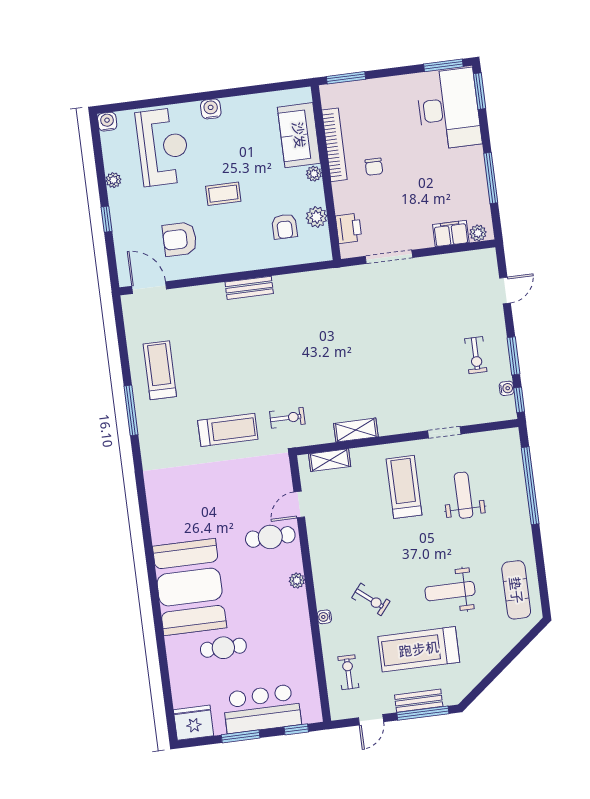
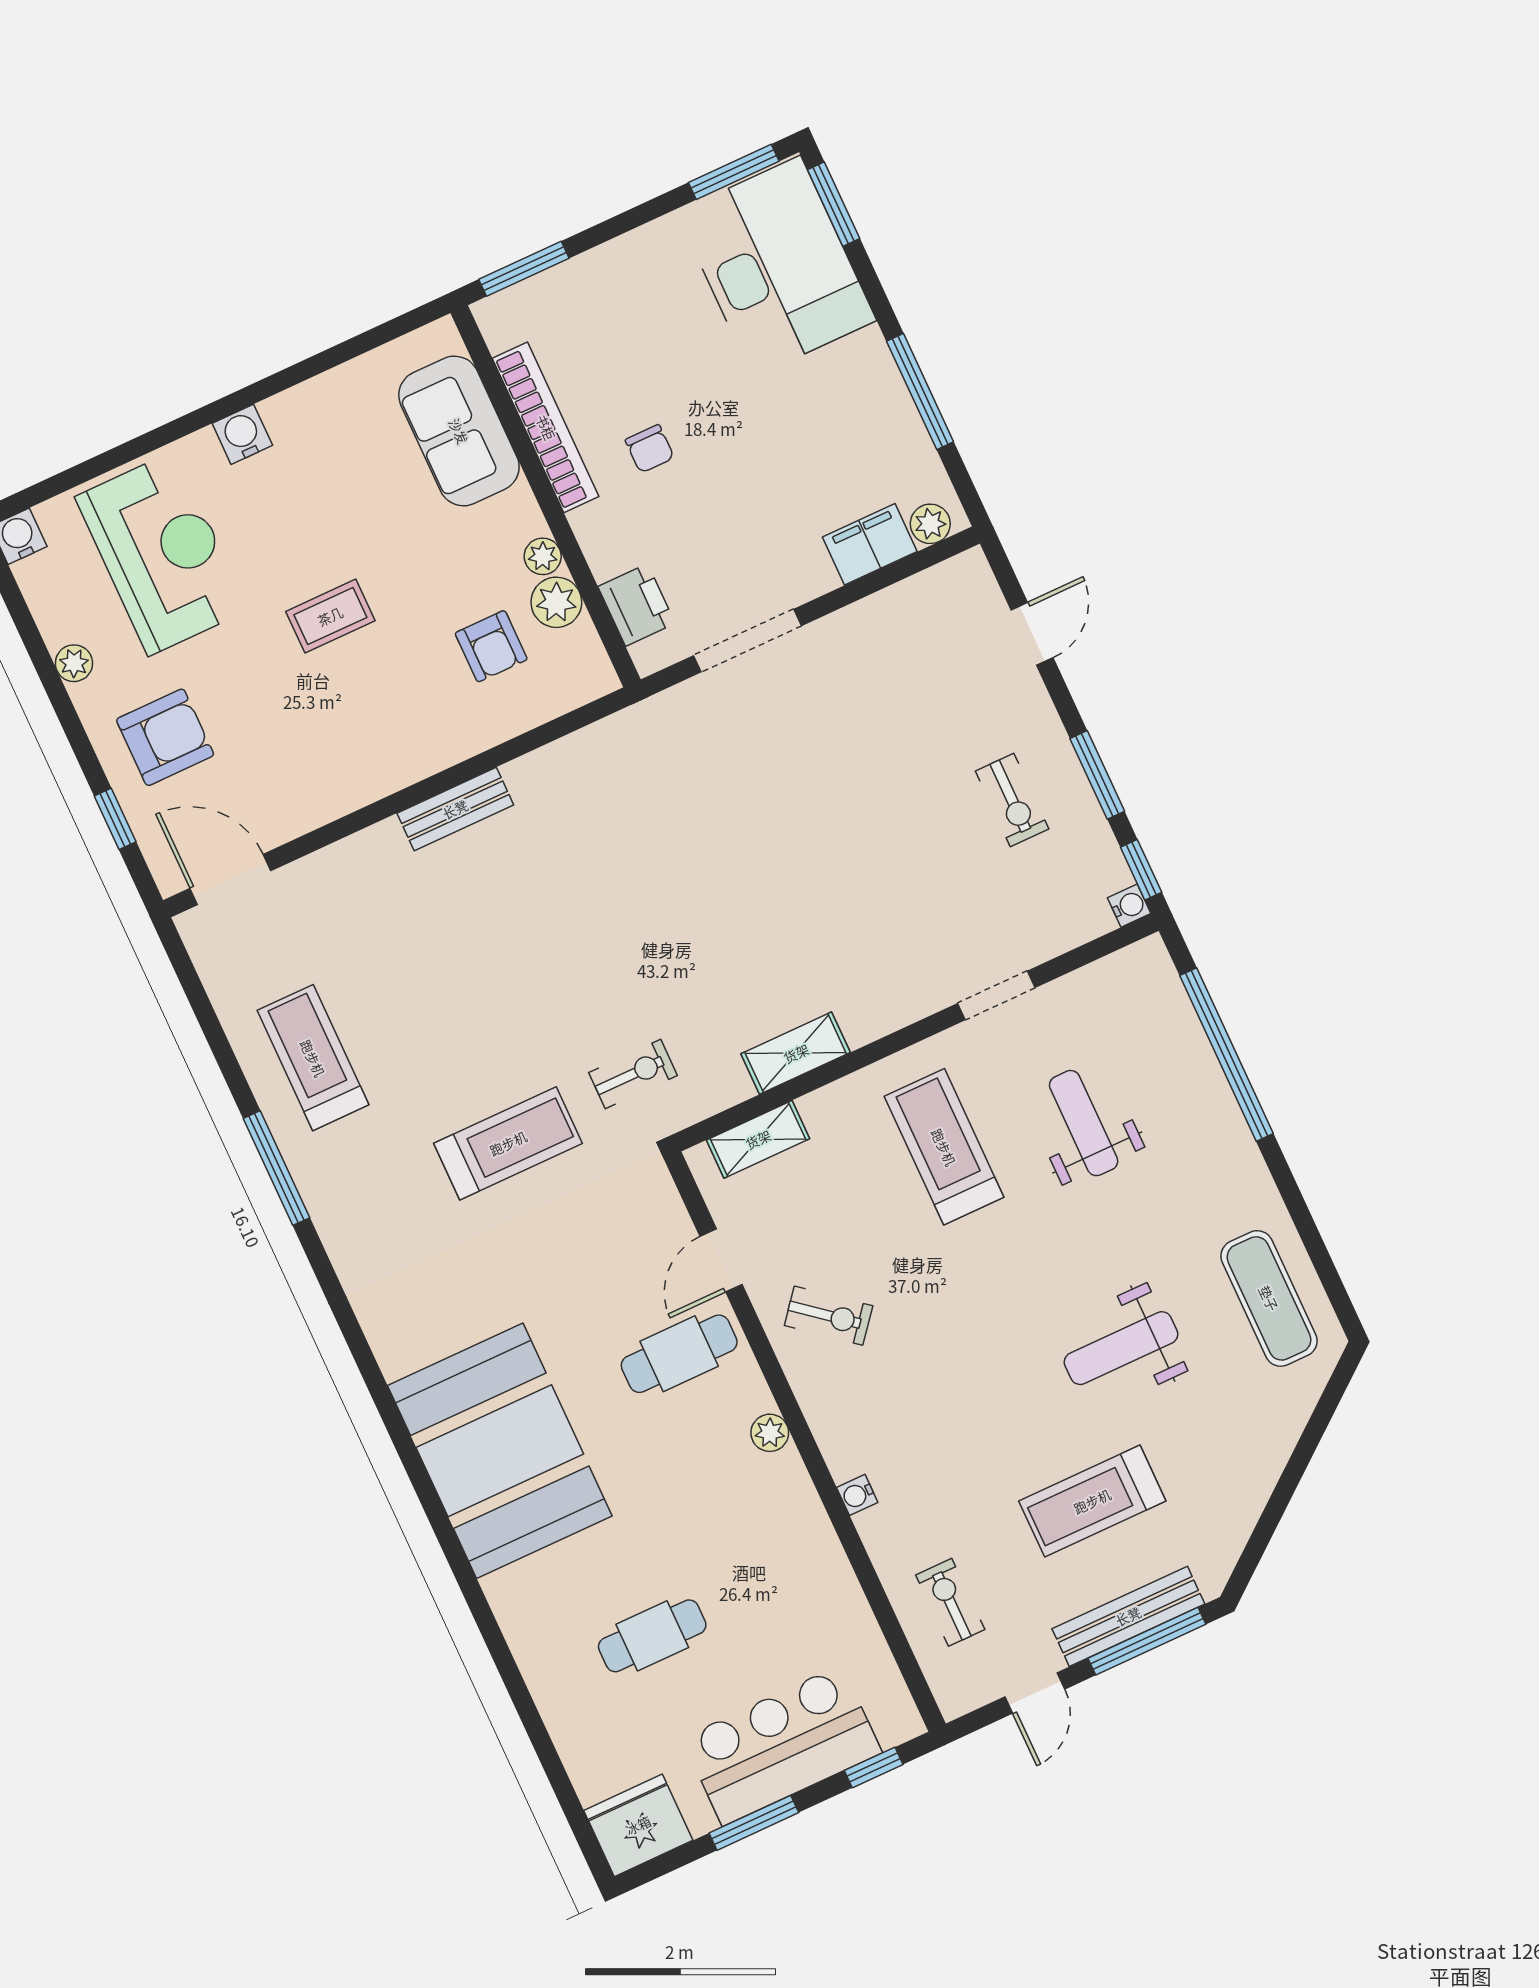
plant: (314, 174) -> (543, 556), moved
window: (106, 219) -> (115, 819), moved
armchair: (180, 239) -> (165, 737), moved, turned 180
water cooler: (507, 388) -> (1129, 906), moved
booth: (190, 587) -> (500, 1451), moved
exercise bike: (371, 599) -> (829, 1316), moved
treadmill: (419, 649) -> (1092, 1501), width x0.73, depth x0.73
bench: (419, 701) -> (1128, 1616), width x1.36

